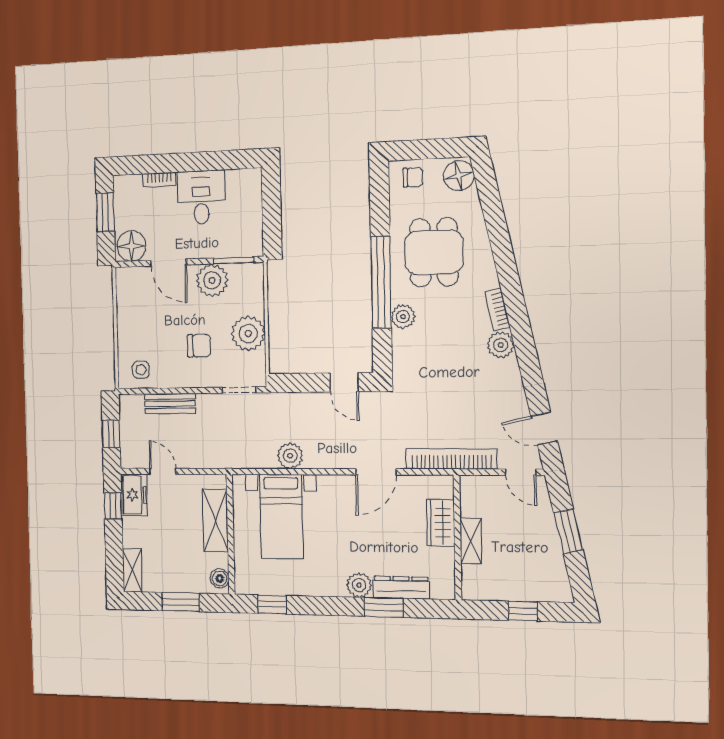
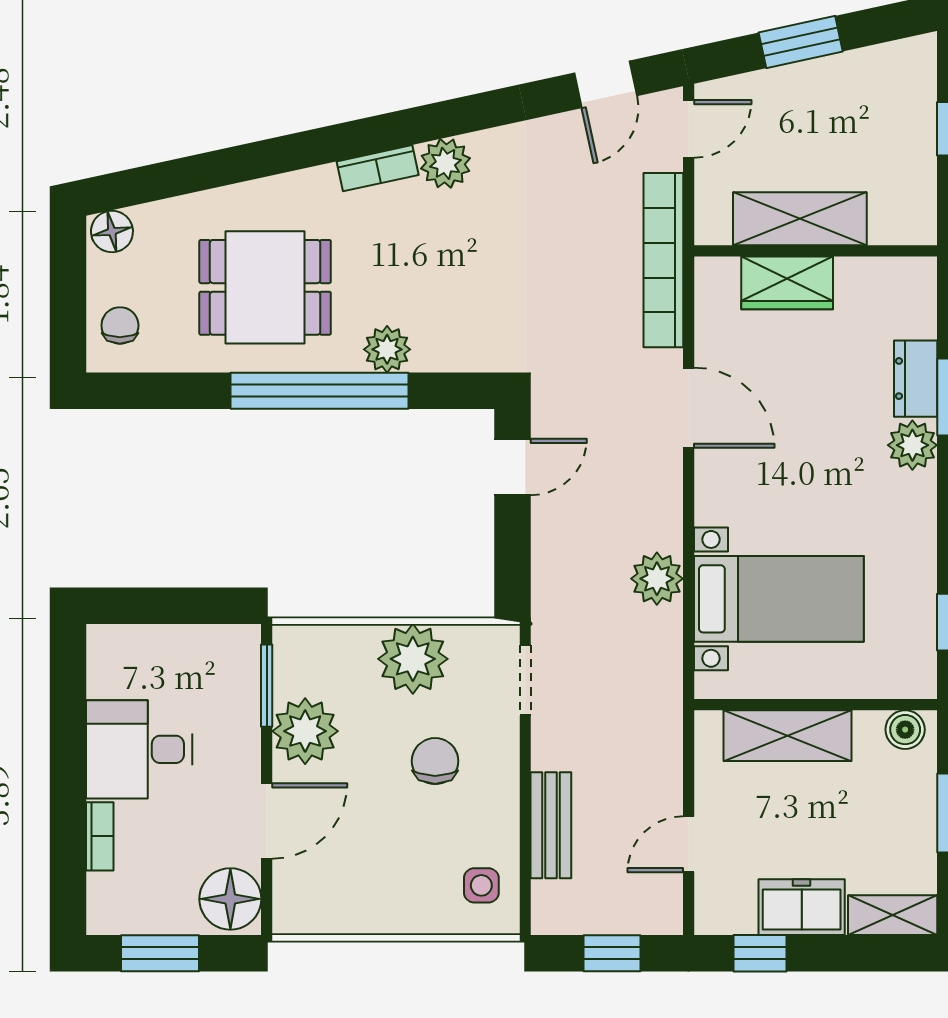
floor lamp: (459, 176) -> (112, 231), width x0.73, depth x0.73
freezer: (134, 495) -> (802, 907), moved
shelving: (471, 541) -> (800, 219), width x1.50, depth x1.33
dresser: (401, 588) -> (916, 379), width x0.70

